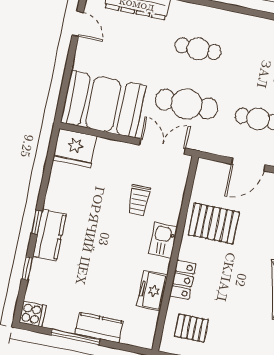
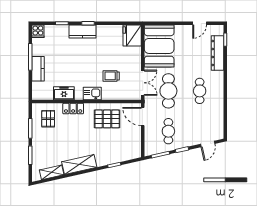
door: (248, 164) -> (143, 117), moved
pallet: (214, 223) -> (107, 119), turned 90

